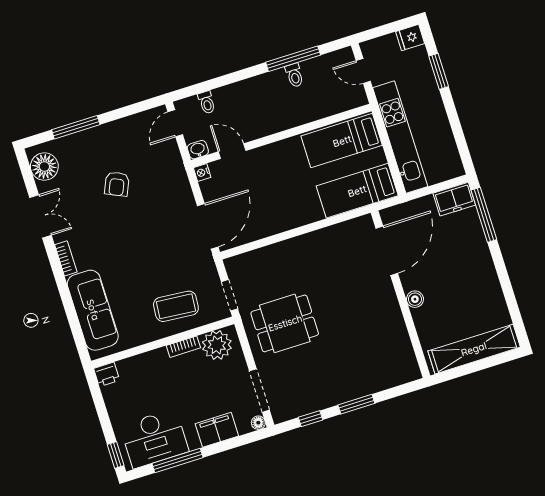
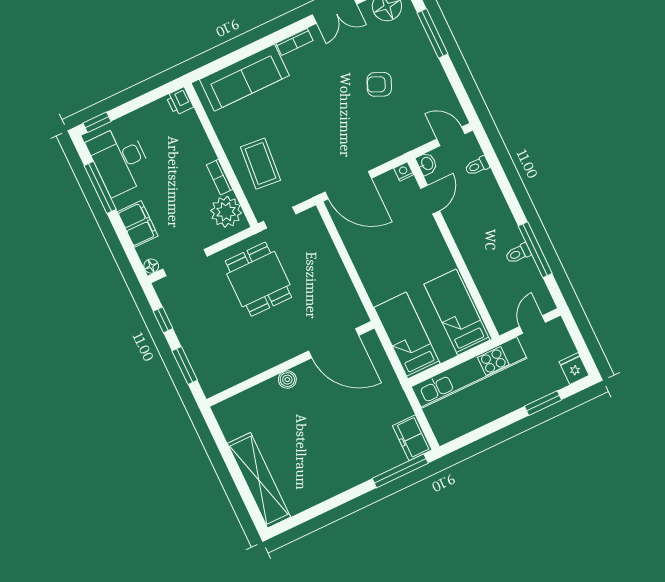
door: (387, 251) -> (334, 343), moved
wall: (401, 294) -> (290, 364), moved
boiler: (415, 299) -> (287, 380), moved

